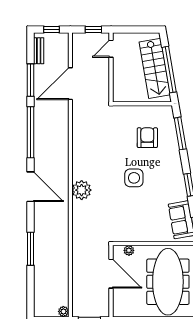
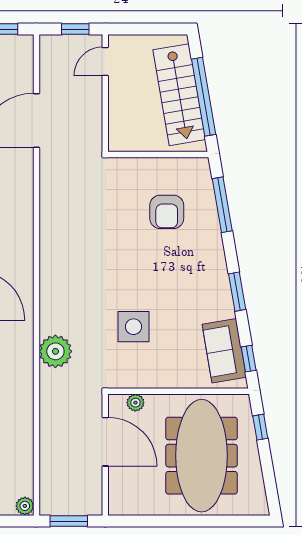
armchair: (147, 138) -> (167, 212), turned 180
side table: (134, 178) -> (134, 327), moved
plant: (82, 190) -> (55, 351), moved

